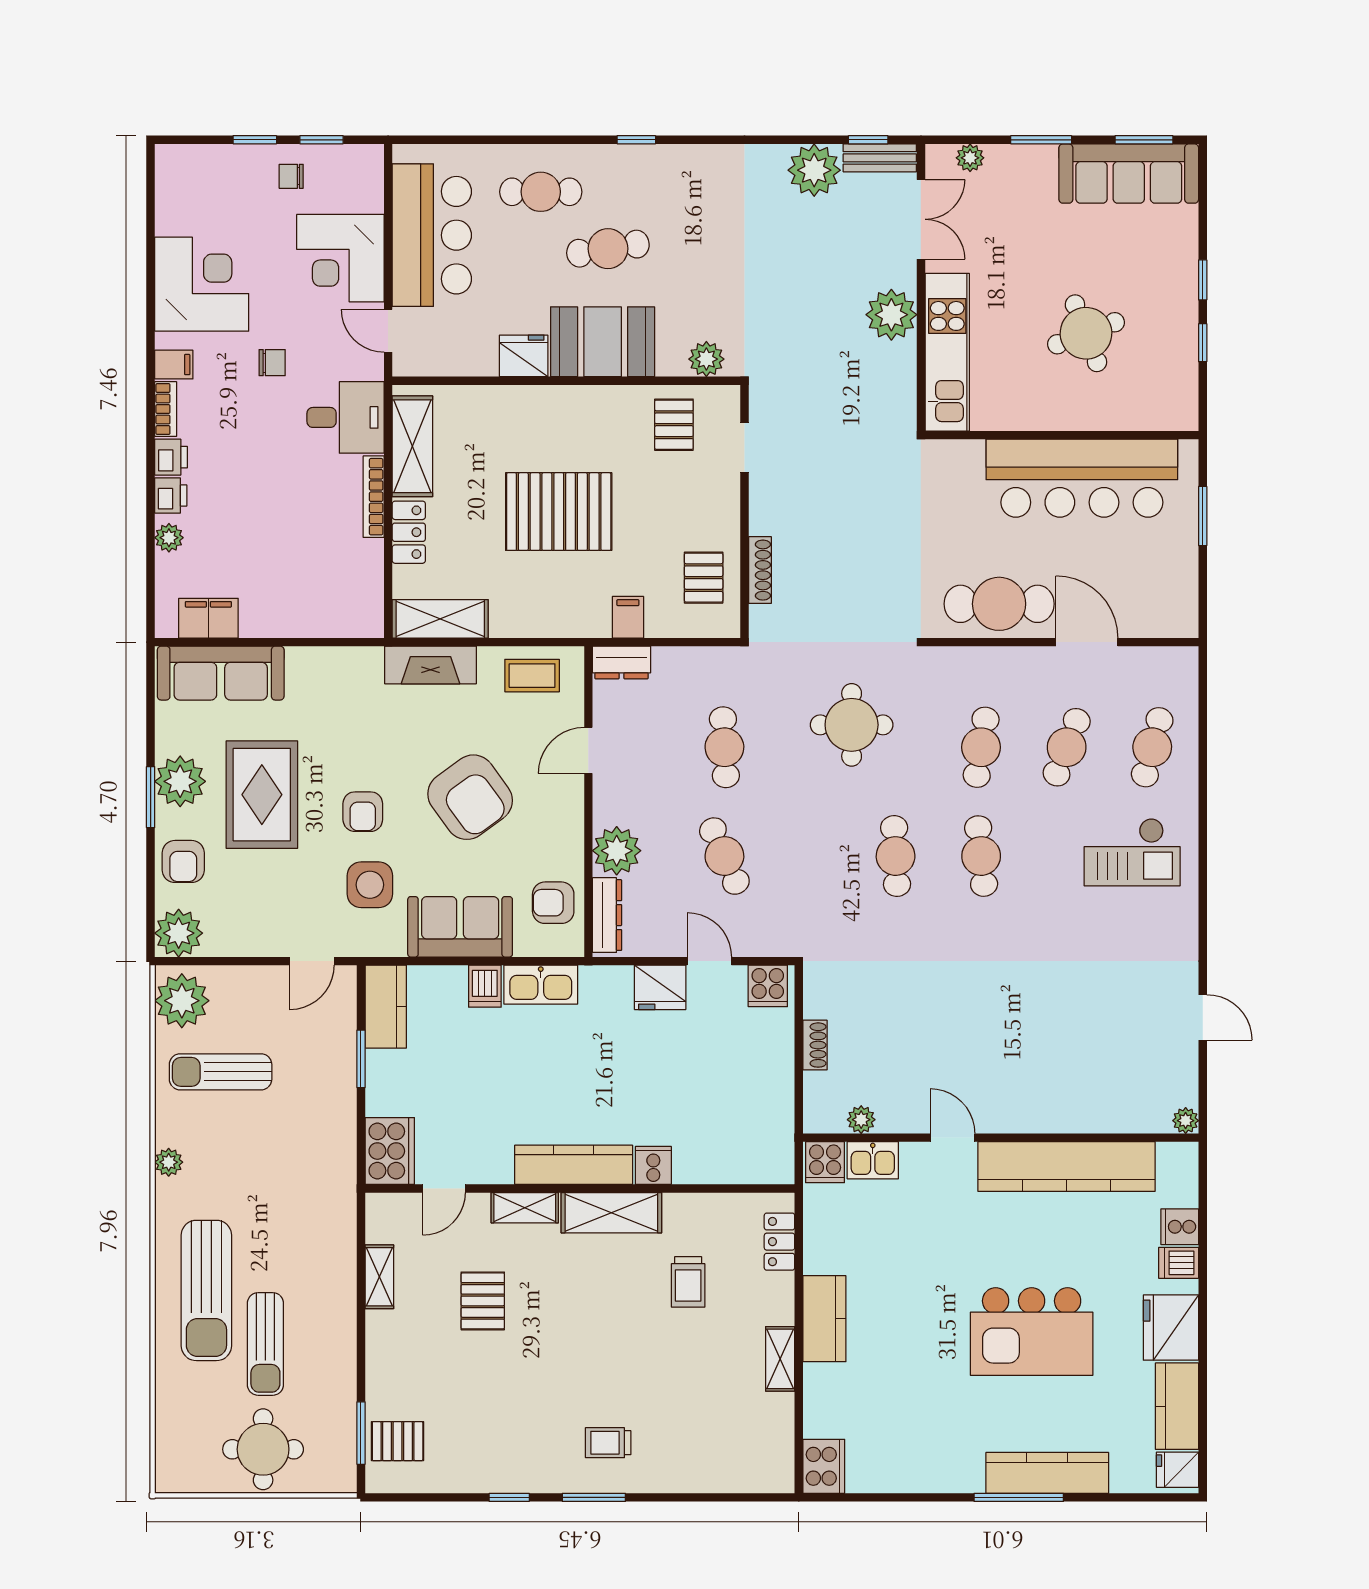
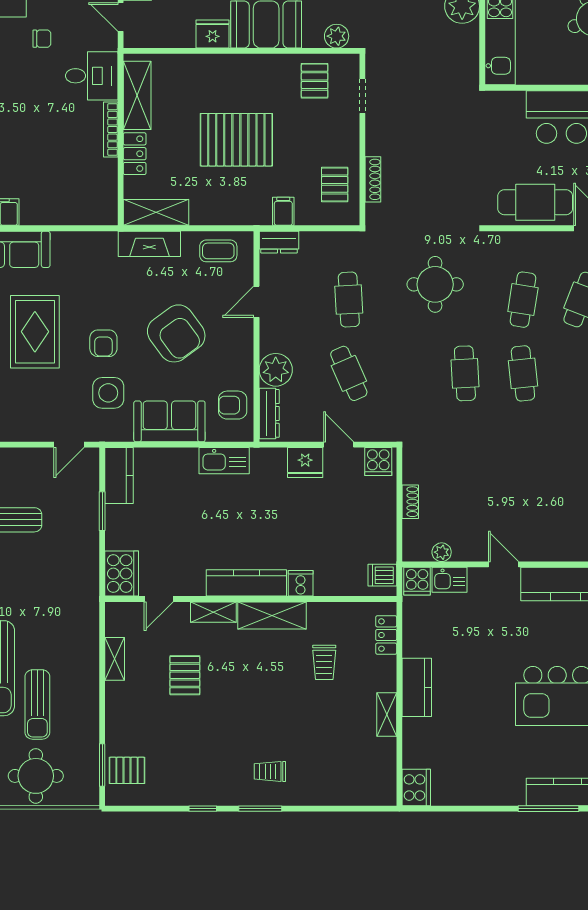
dishwasher: (485, 986) -> (382, 575), moved, turned 90

